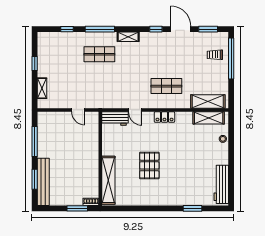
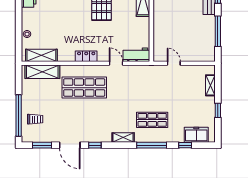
freezer: (56, 39) -> (196, 135), added
shop shelf: (166, 86) -> (84, 88), width x1.43, depth x1.36

